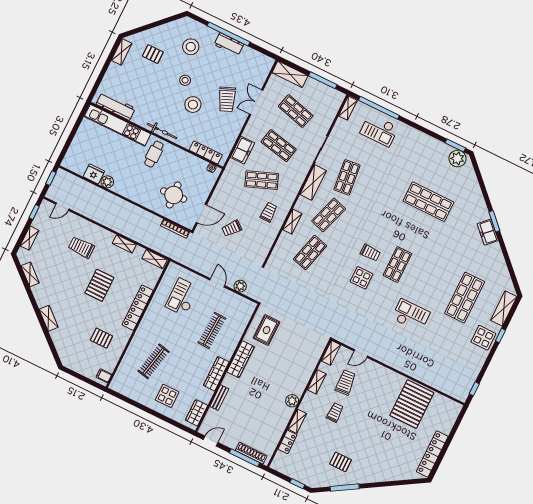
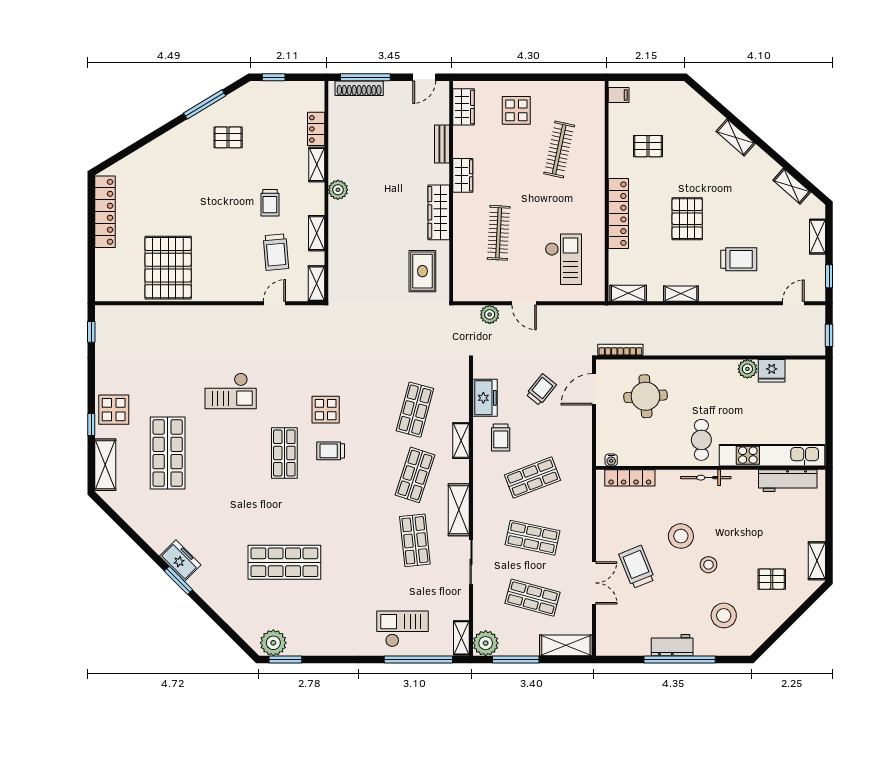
plant: (335, 98) -> (486, 643), added
freezer: (243, 150) -> (485, 398), moved, turned 180
wardrobe: (216, 374) -> (463, 175), width x0.67

